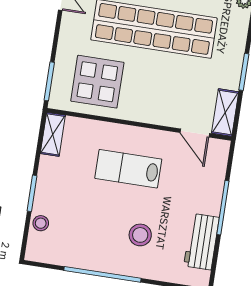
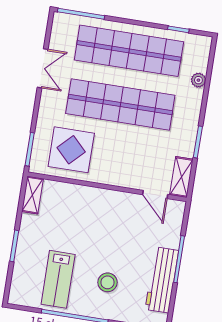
lab bench: (128, 169) -> (58, 279), moved, turned -90
stool: (41, 223) -> (22, 272), removed
workbench: (201, 242) -> (162, 280), width x1.37

